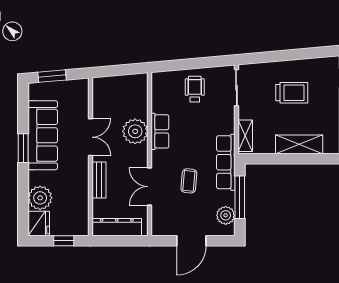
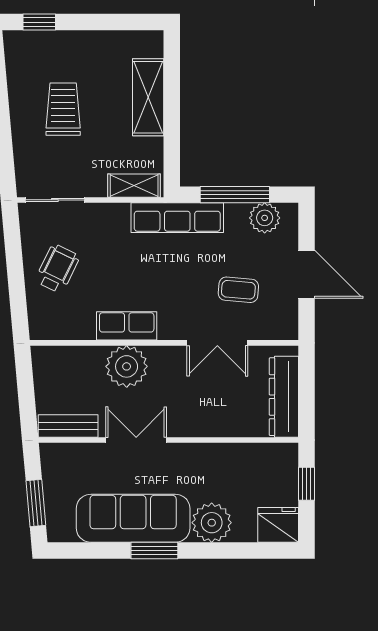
wheelchair: (195, 89) -> (57, 269), turned 116
bench: (99, 180) -> (68, 426), moved
coffee table: (189, 181) -> (238, 290), moved
plant: (40, 198) -> (212, 523), moved

